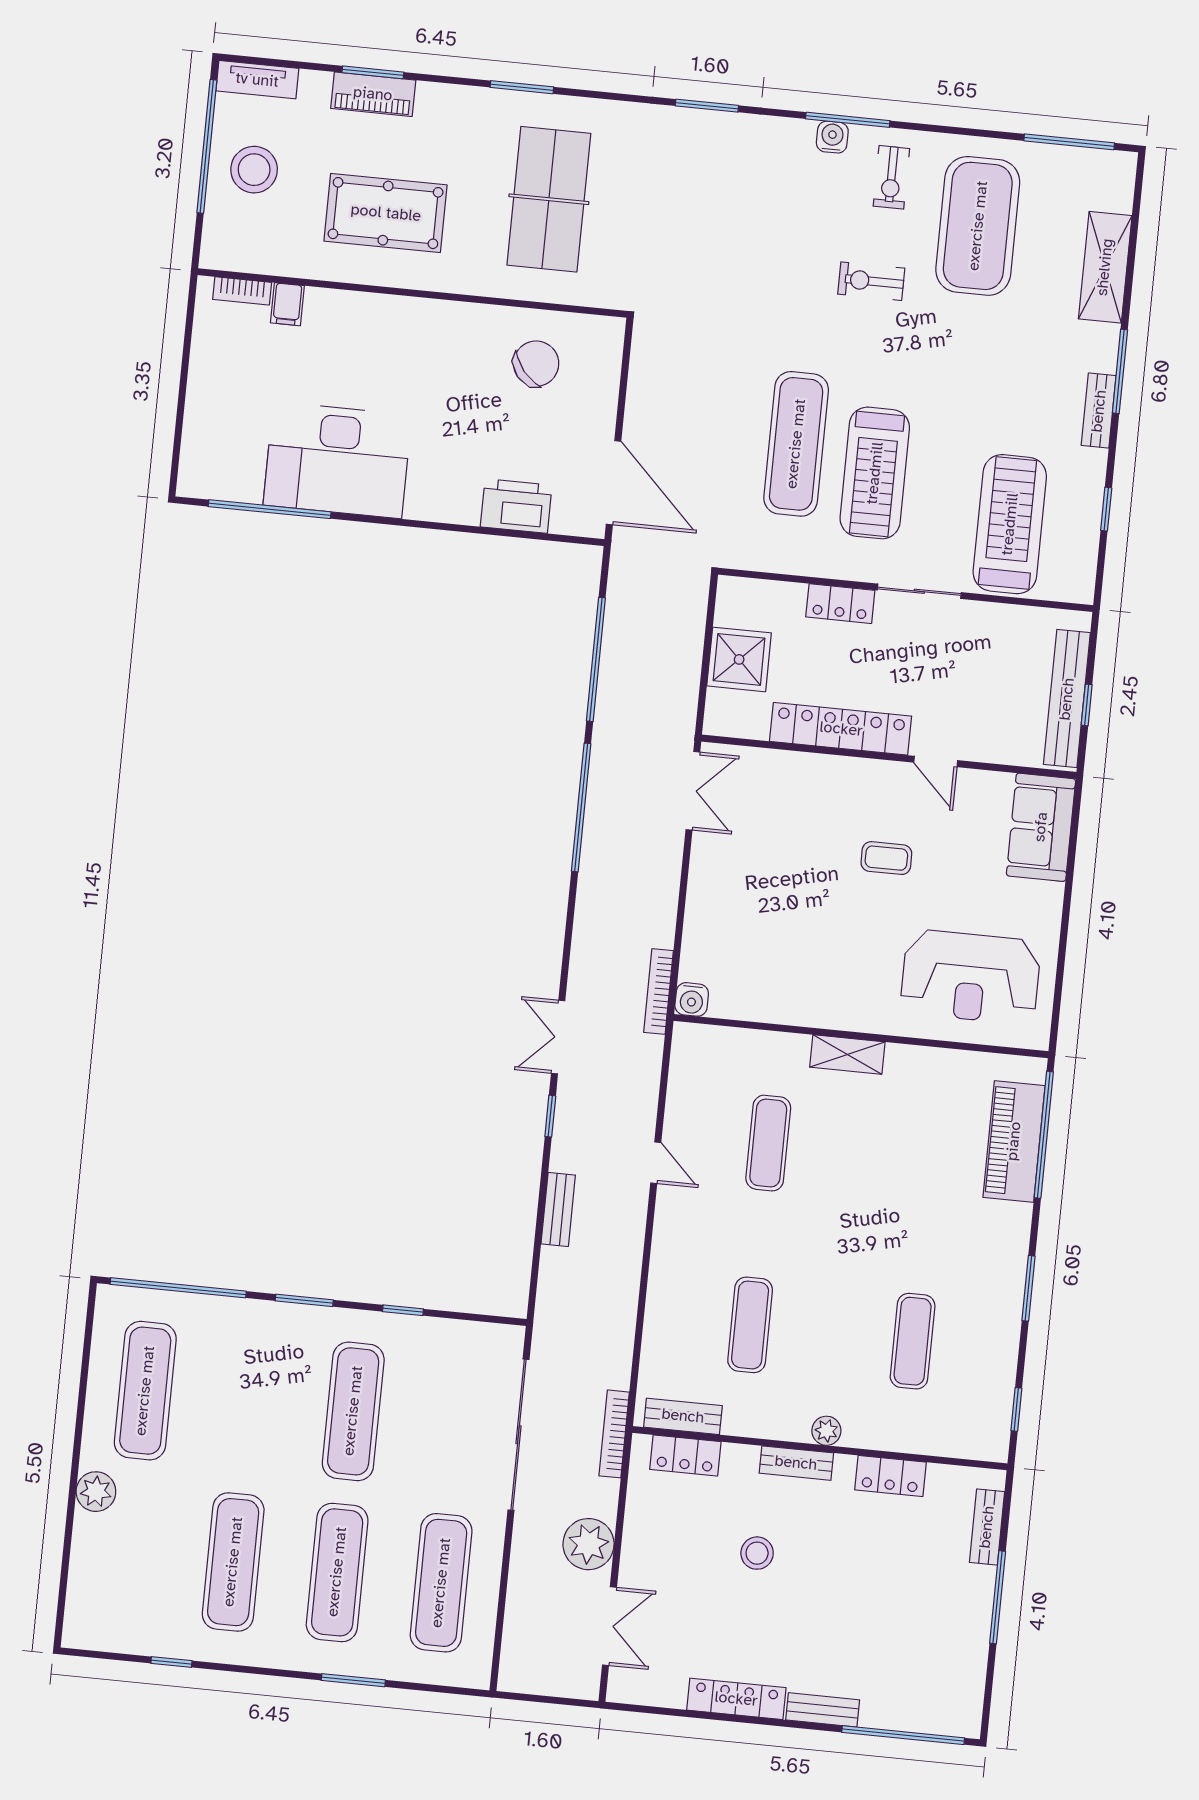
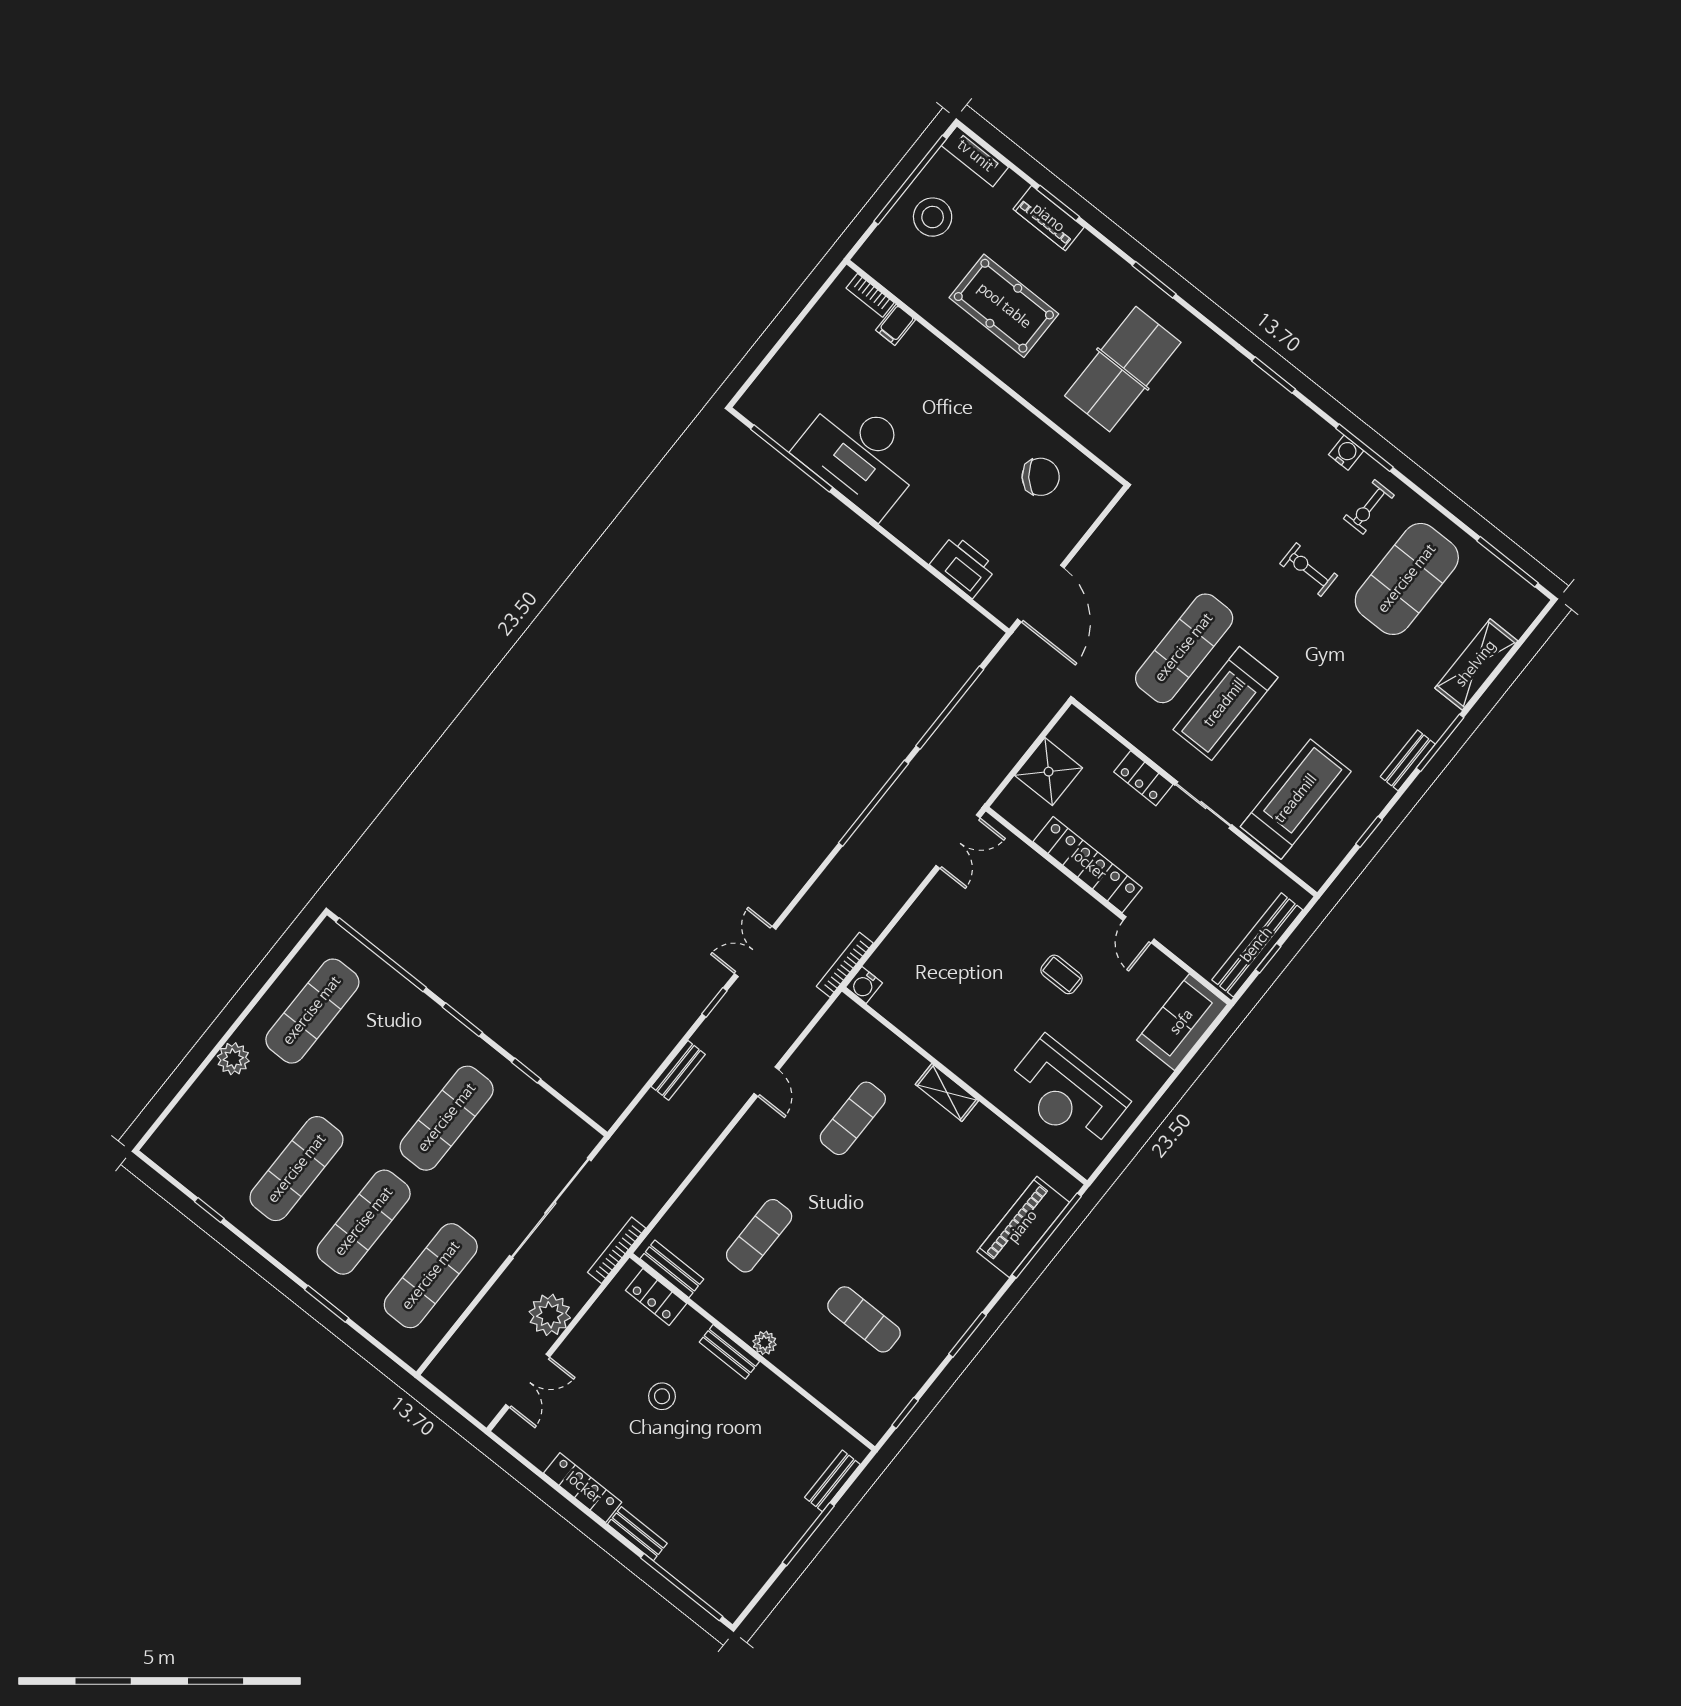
exercise mat: (913, 1341) -> (864, 1319), turned 90
locker: (890, 1476) -> (789, 1403), removed

